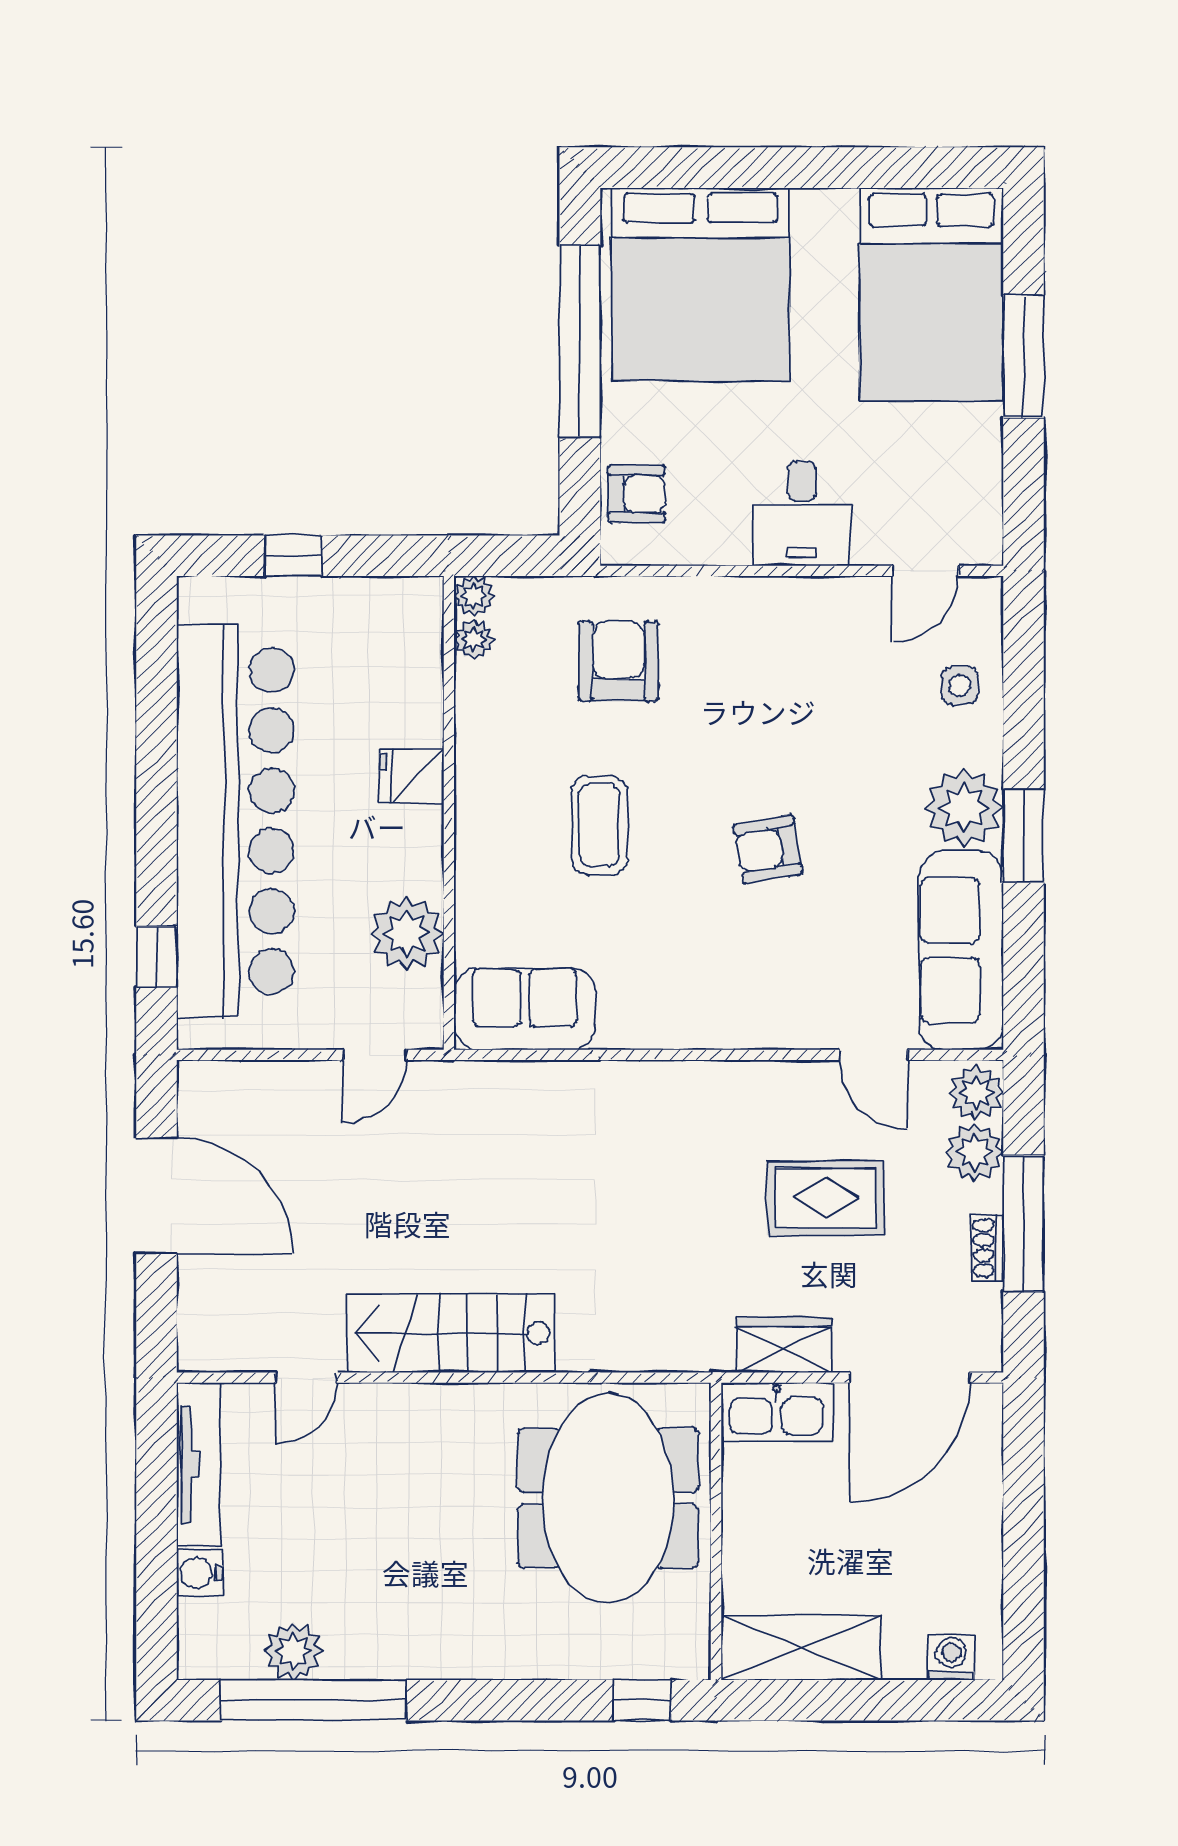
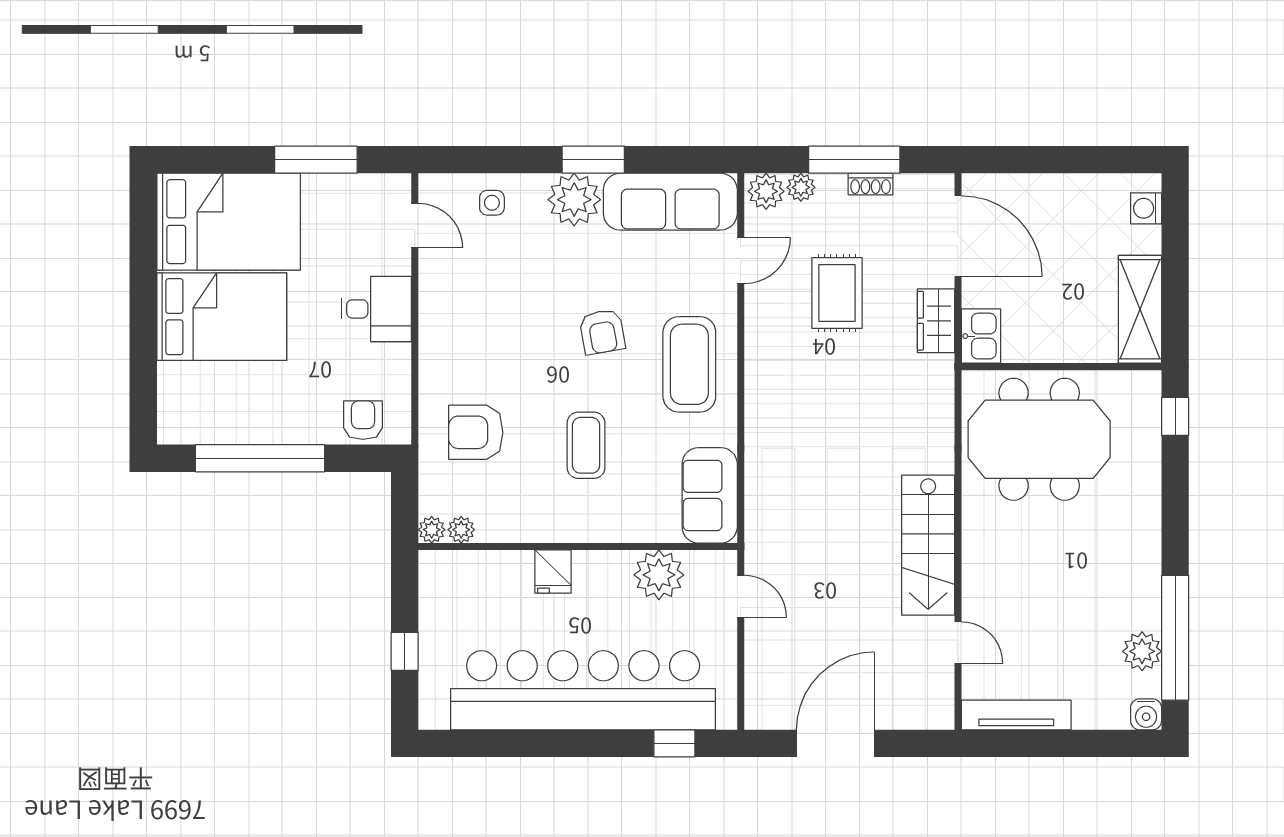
bed: (701, 284) -> (222, 317), moved, width x0.73
window: (1024, 356) -> (316, 160), moved
coffee table: (599, 825) -> (586, 445), turned 90
coffee table: (719, 979) -> (689, 364), added
plant: (975, 1152) -> (801, 187), width x0.73, depth x0.73
kitchen sink: (777, 1412) -> (981, 336), width x0.73
water cooler: (200, 1573) -> (1146, 714), moved

